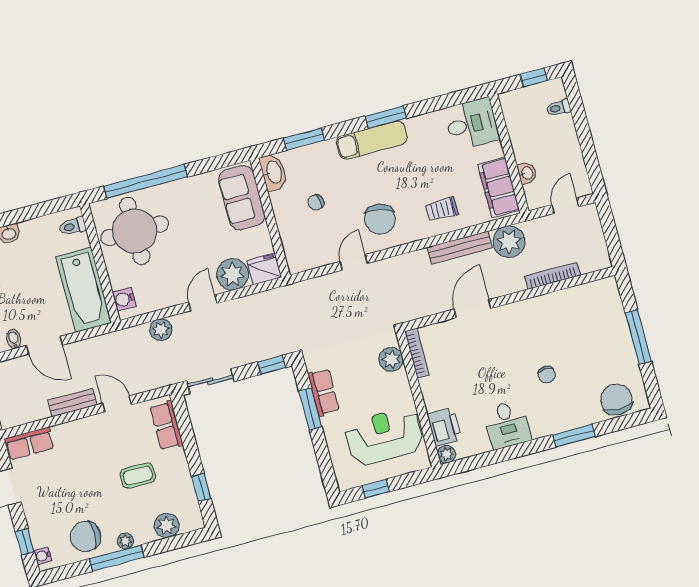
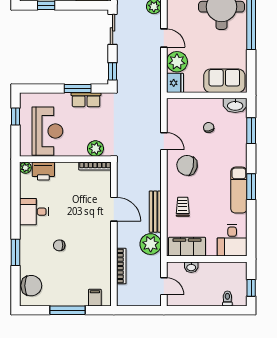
exam couch: (372, 140) -> (239, 190), moved
filing cabinet: (609, 302) -> (95, 298), added

